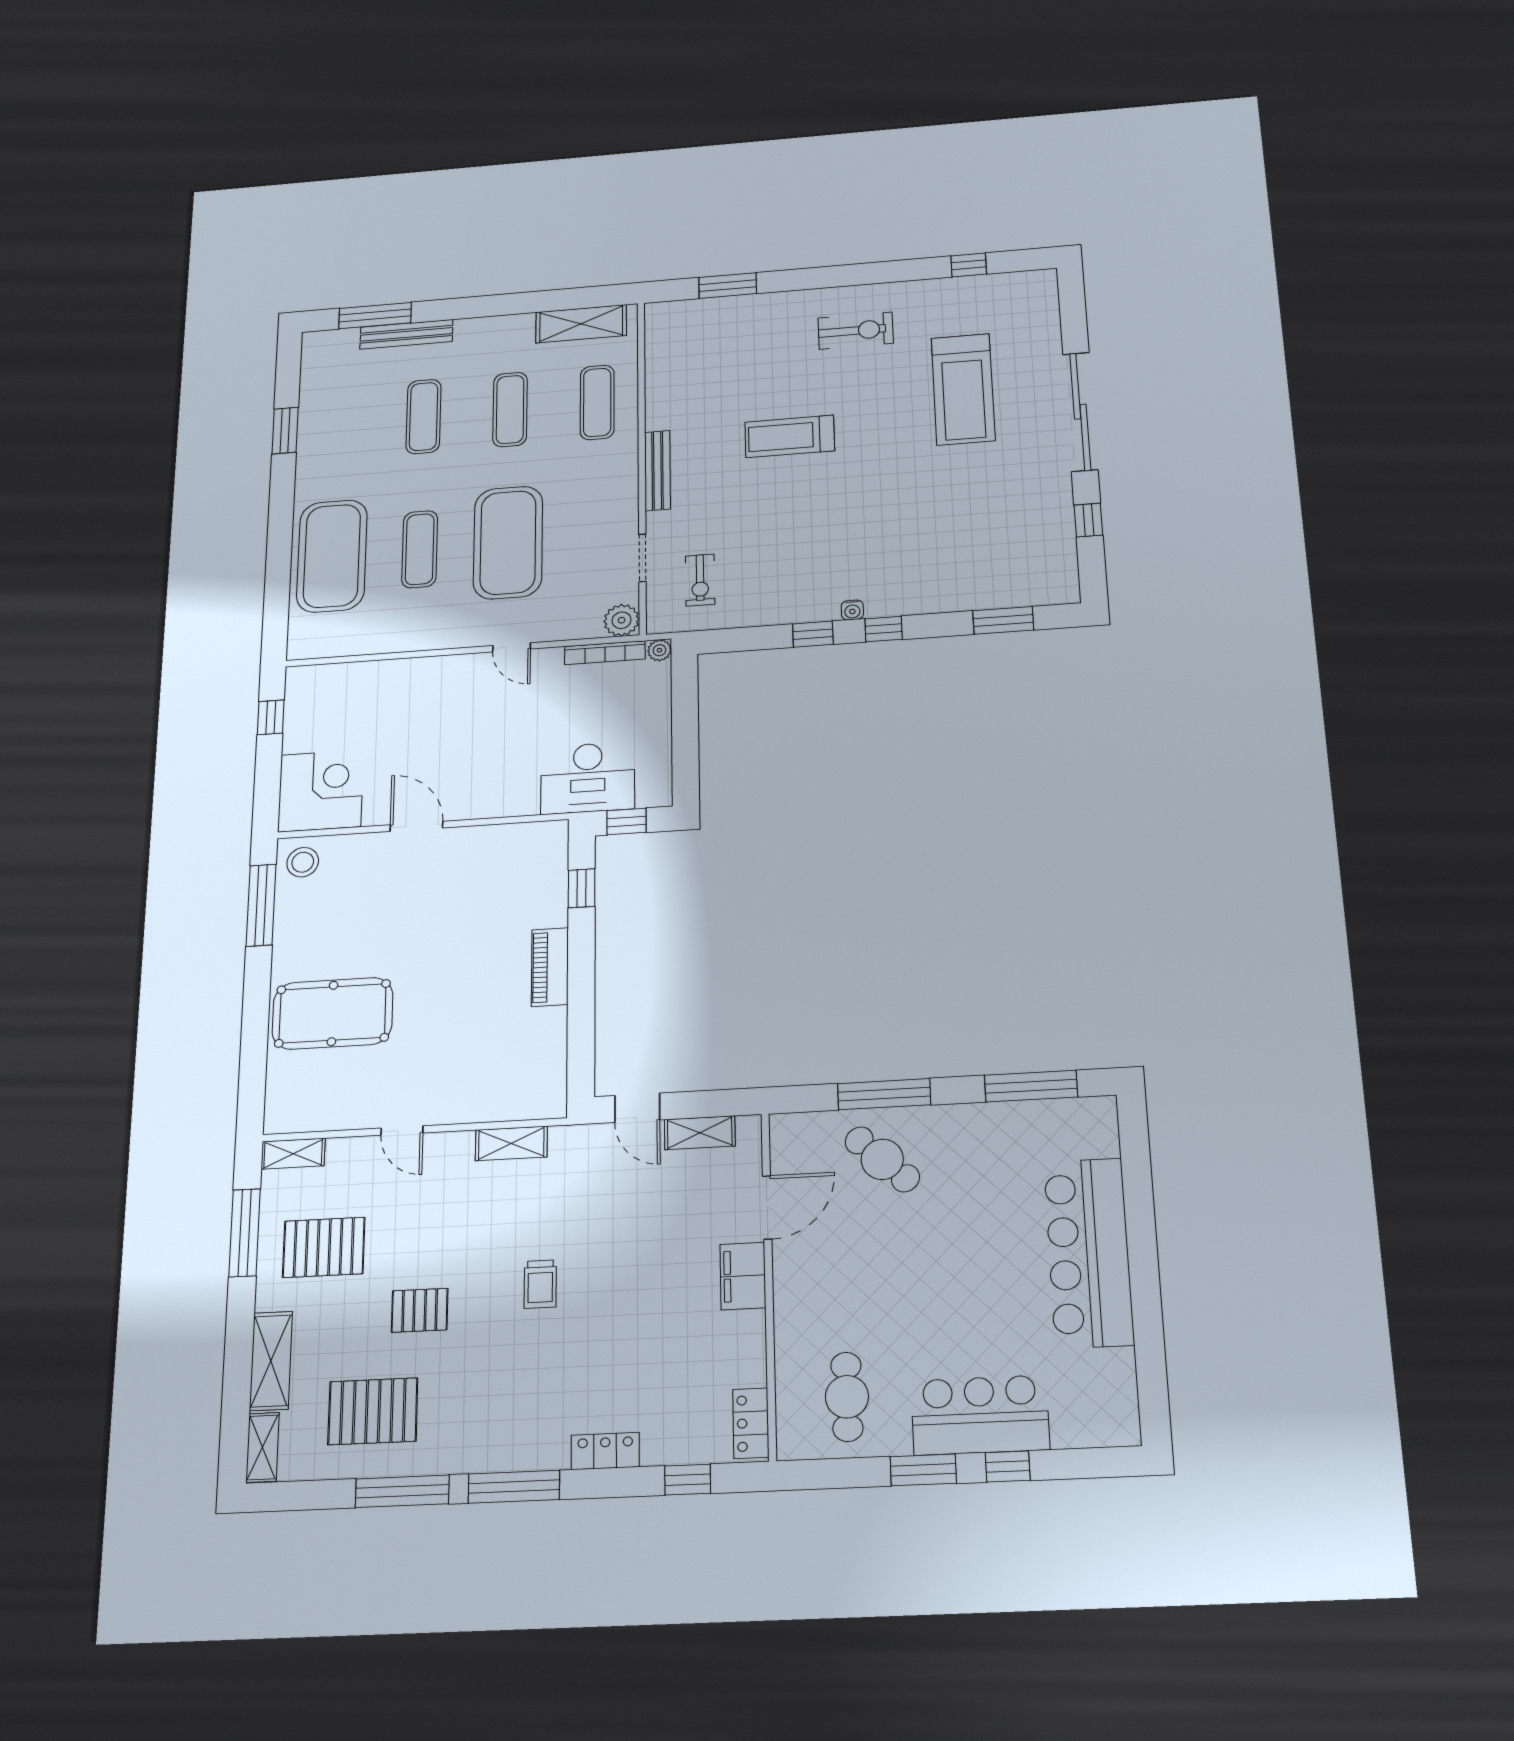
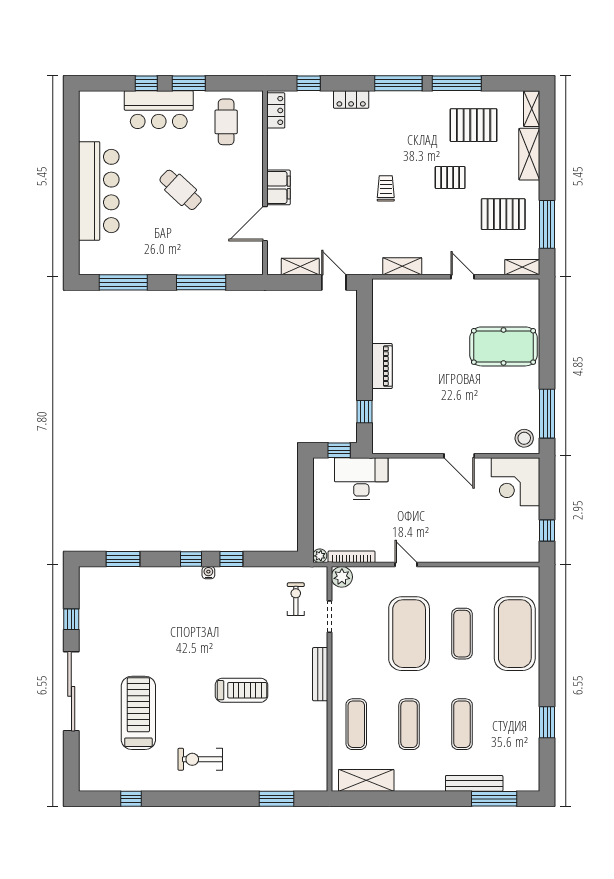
cafe table: (882, 1159) -> (181, 190), moved

